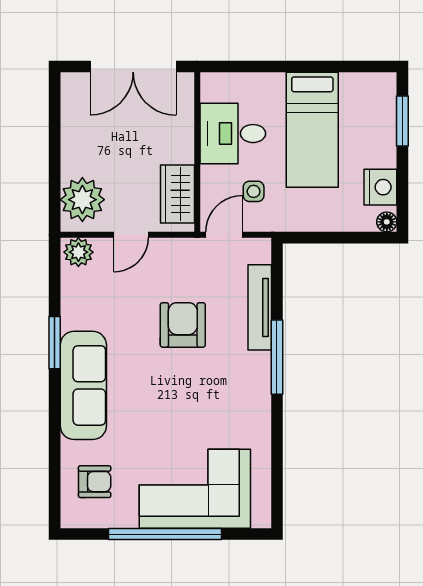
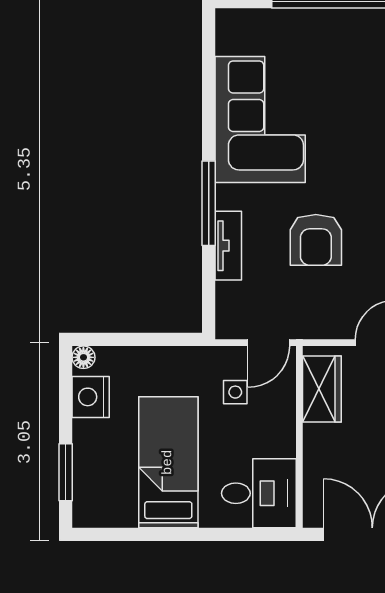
desk: (233, 134) -> (259, 493), moved
tv unit: (260, 307) -> (228, 246), width x0.71
corner sofa: (195, 489) -> (260, 120), moved, turned -90

